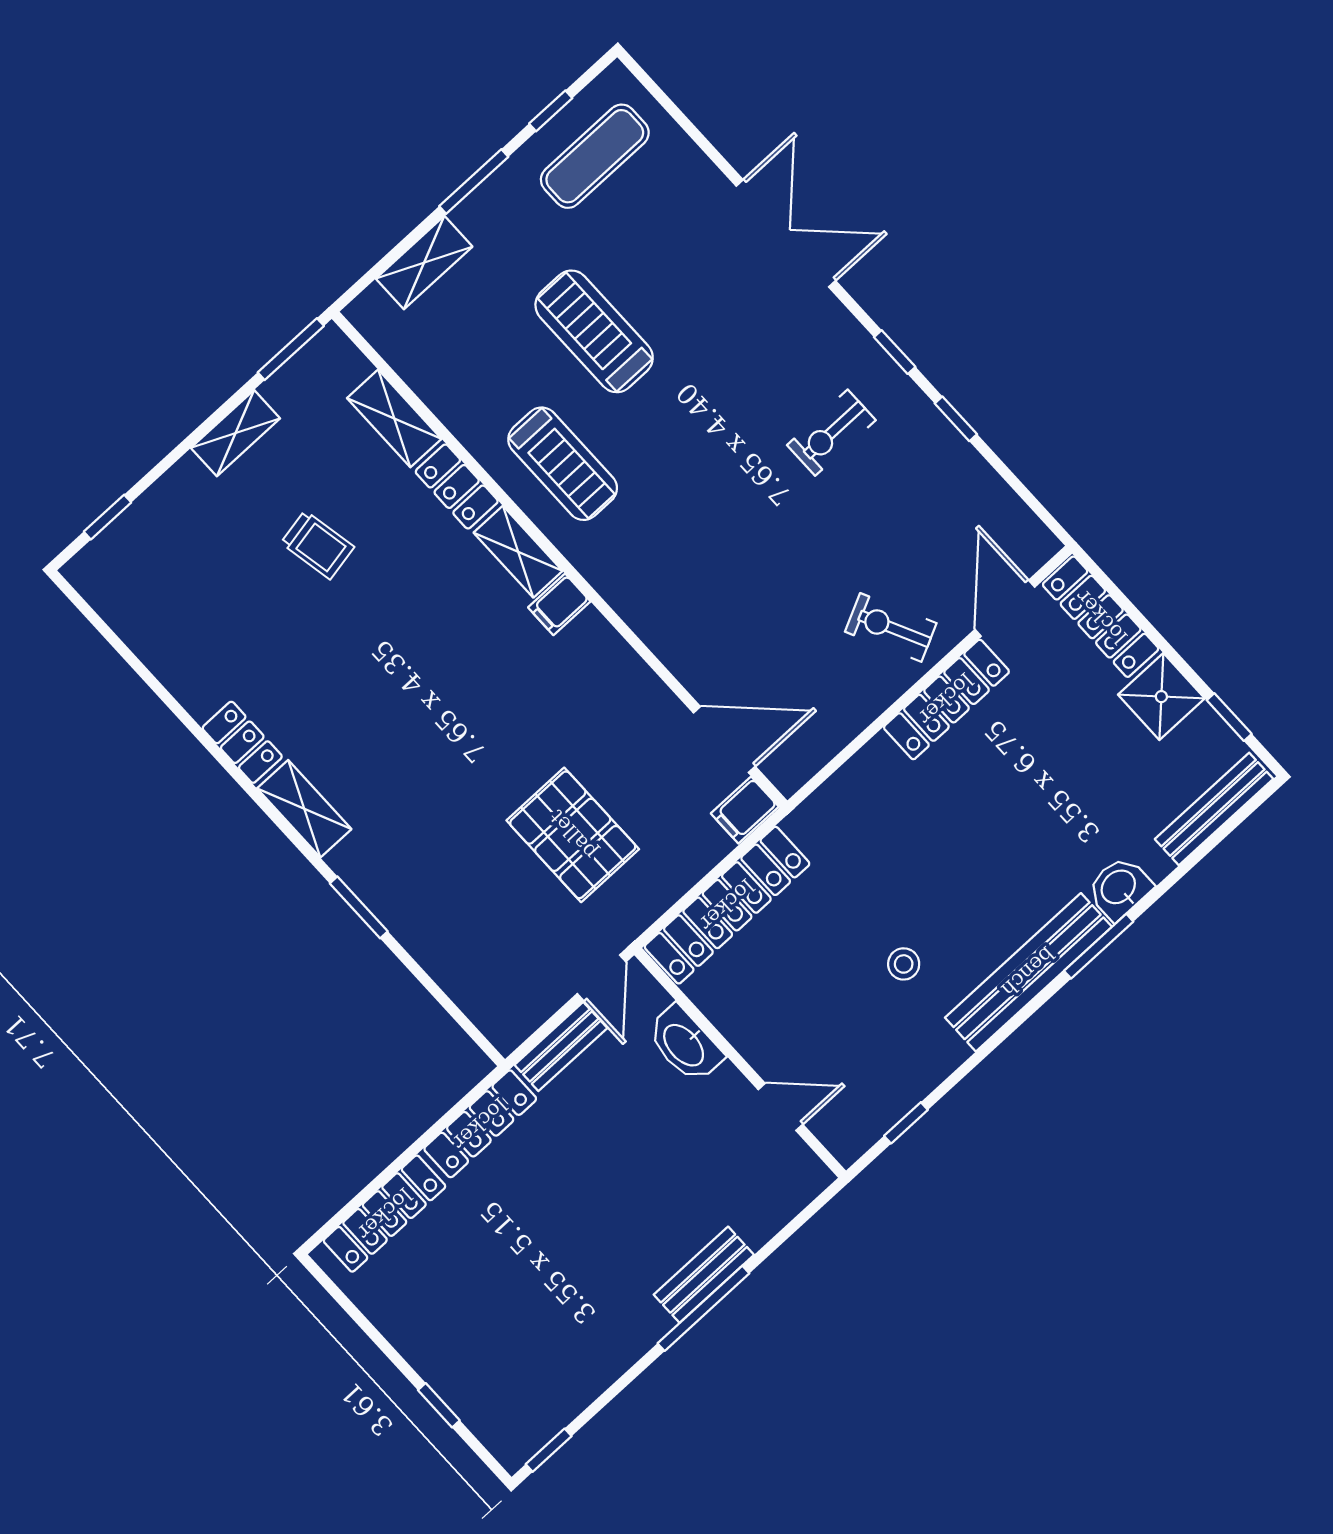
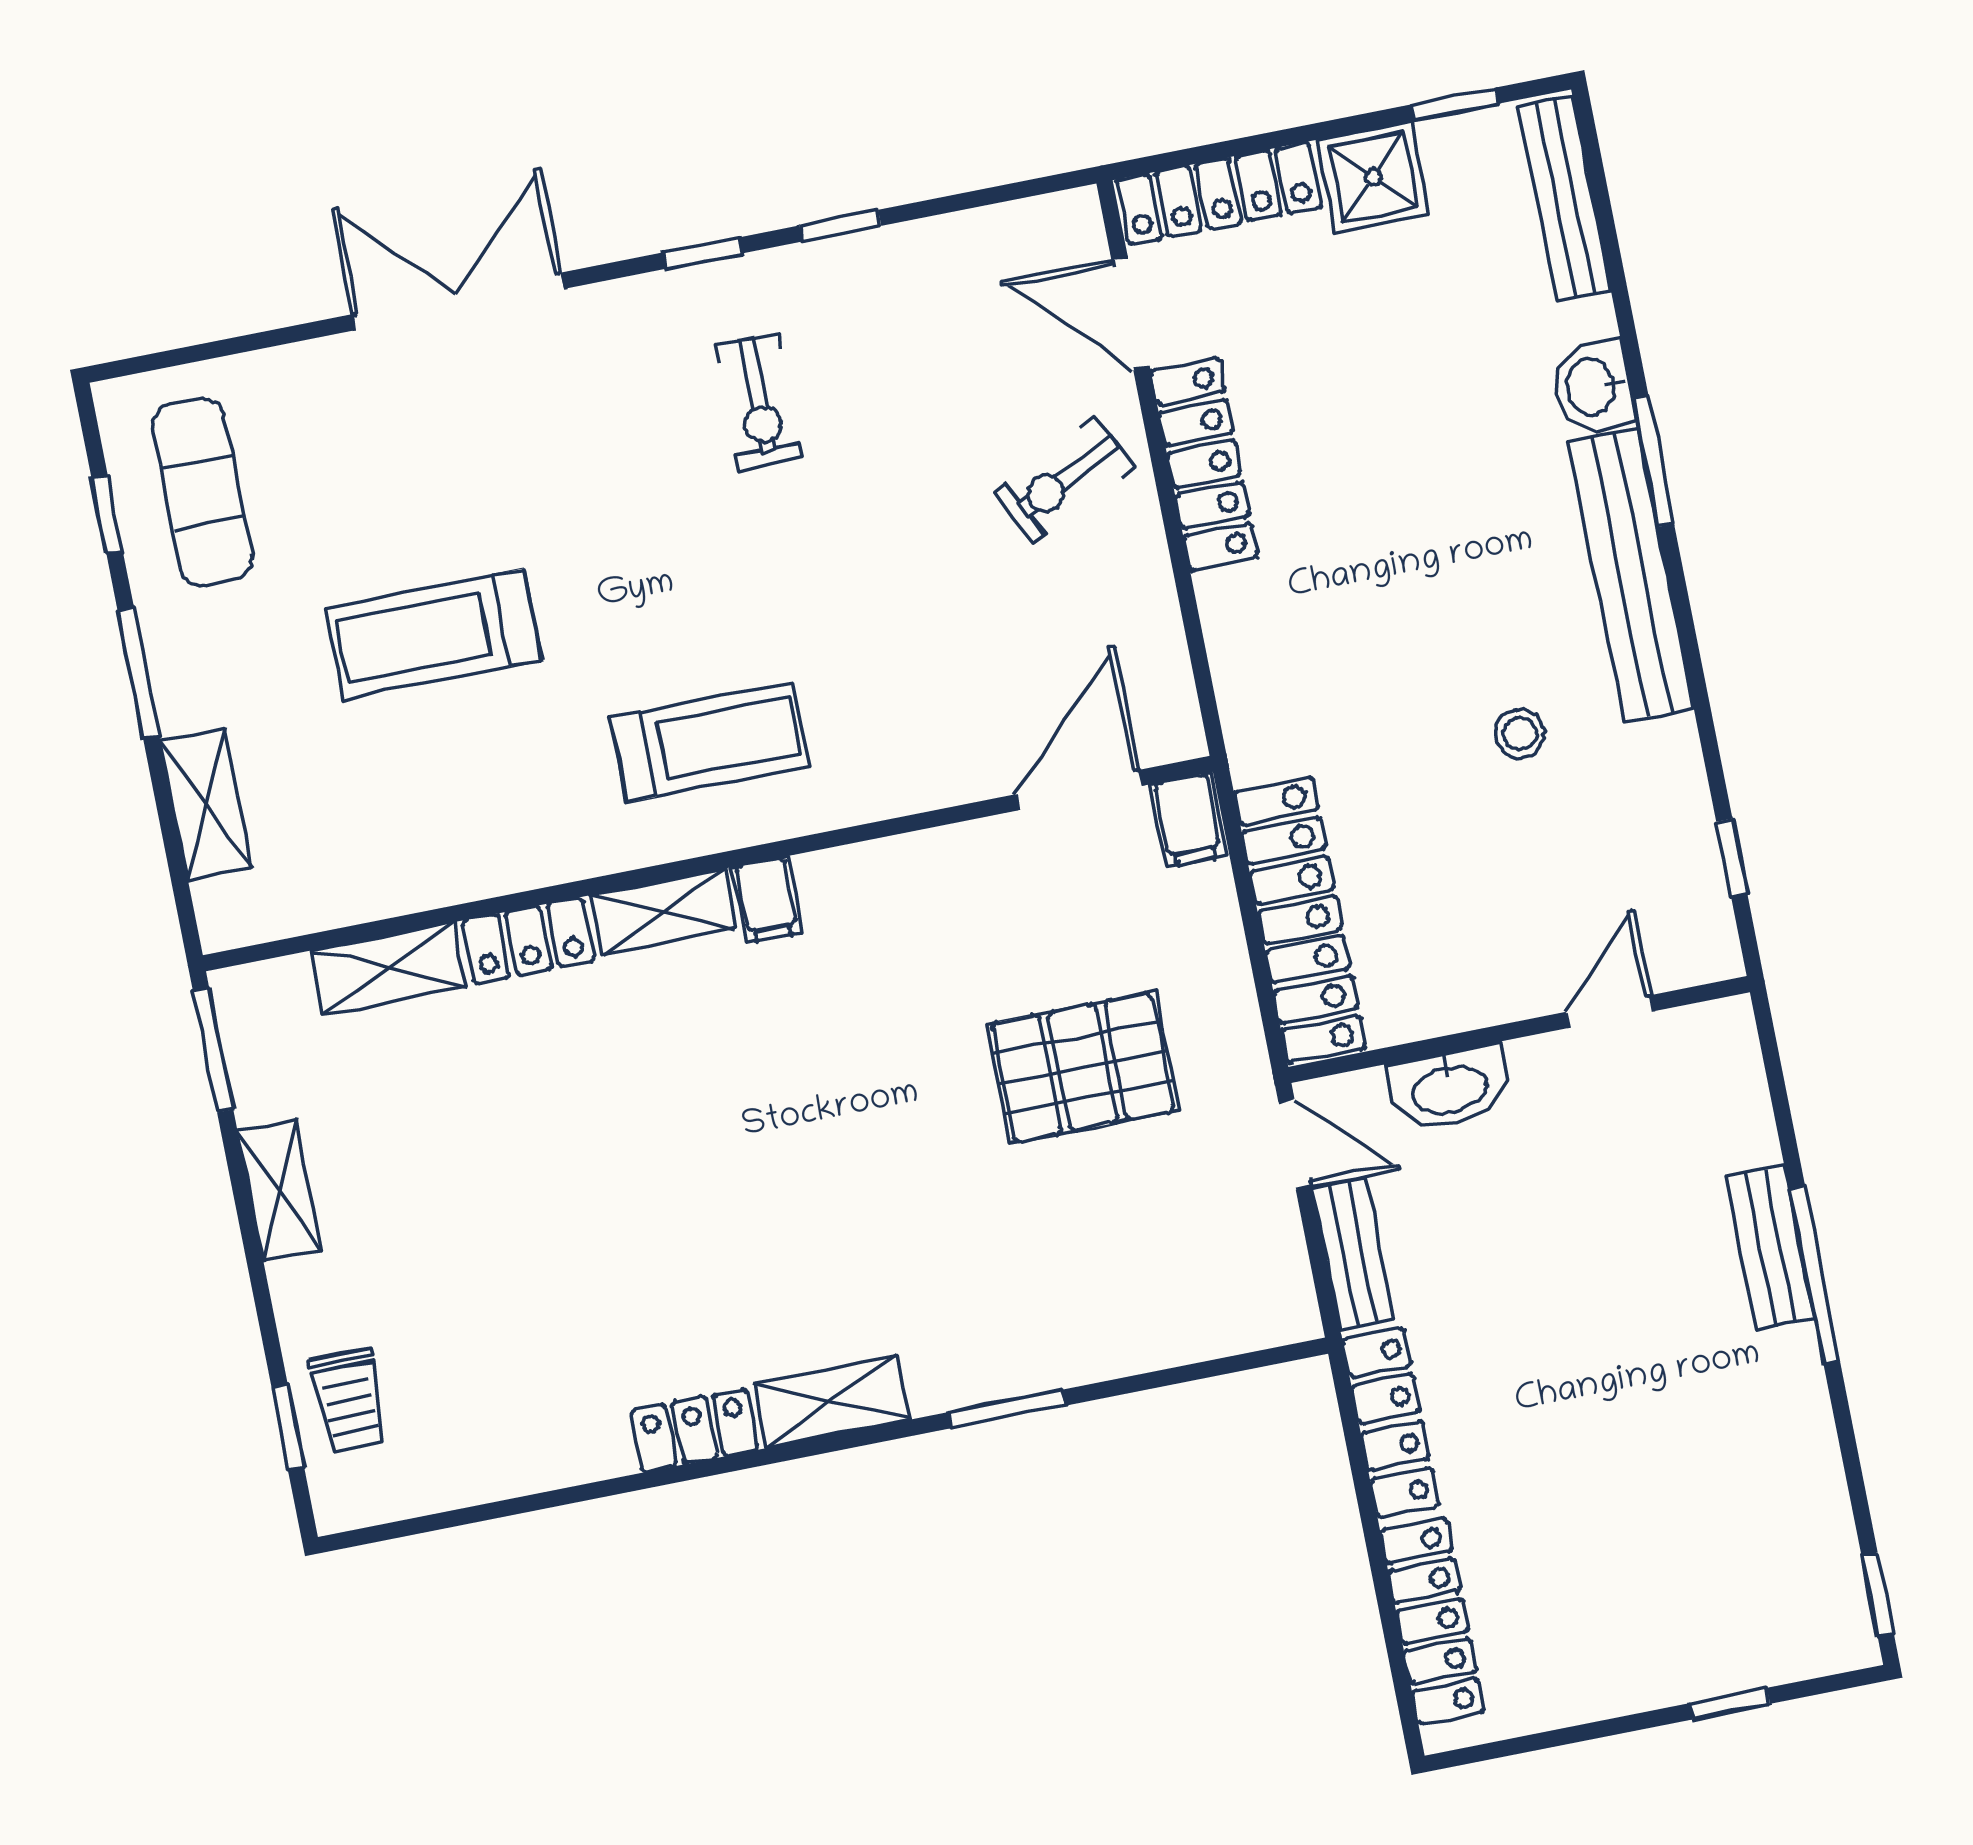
treadmill: (563, 464) -> (710, 742), moved
trolley: (317, 545) -> (349, 1401), moved, turned 101

